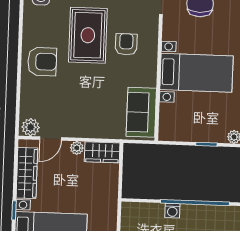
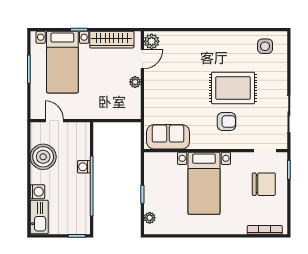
armchair: (42, 62) -> (209, 49), removed
door: (51, 139) -> (142, 59), swing flipped
wardrobe: (102, 152) -> (132, 104), removed

